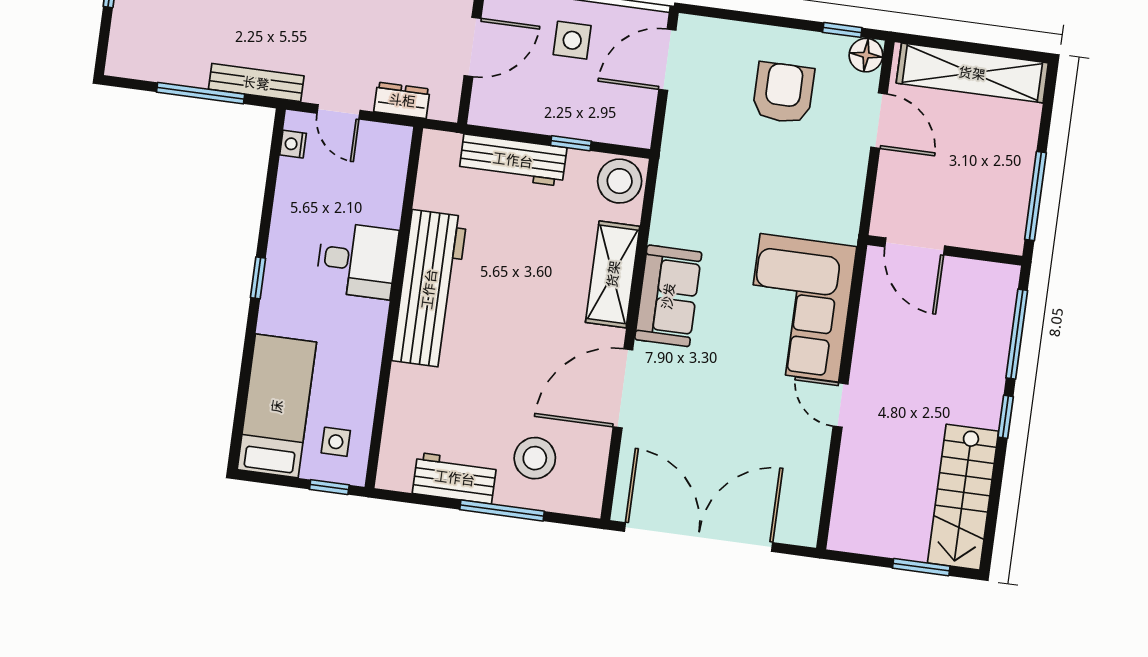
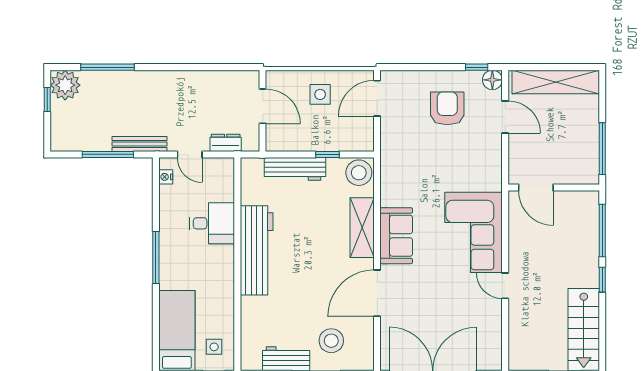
door: (472, 47) -> (263, 106), hinge flipped
desk: (357, 260) -> (212, 223), moved
window: (258, 278) -> (156, 258), width x2.17

